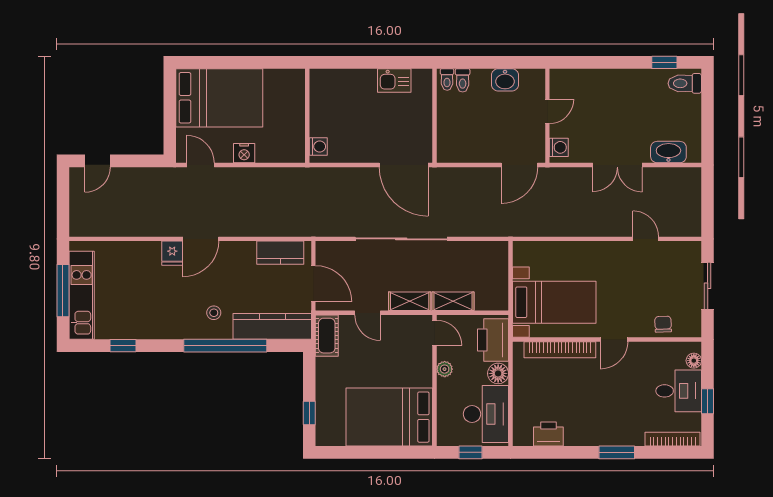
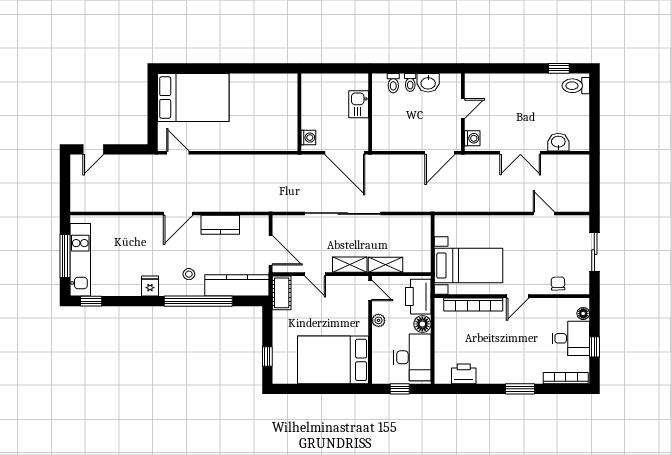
toilet: (447, 79) -> (410, 82), moved
kitchen sink: (394, 80) -> (359, 104), moved, turned 90
wall: (307, 116) -> (299, 112), moved
washing machine: (318, 147) -> (308, 138), moved
washbasin: (668, 152) -> (558, 142), width x0.72
nightstand: (244, 153) -> (214, 143), removed
fridge: (172, 253) -> (150, 286), moved, turned 180
kitchen counter: (280, 253) -> (220, 225), moved
window: (123, 346) -> (91, 301), moved

